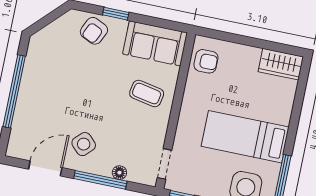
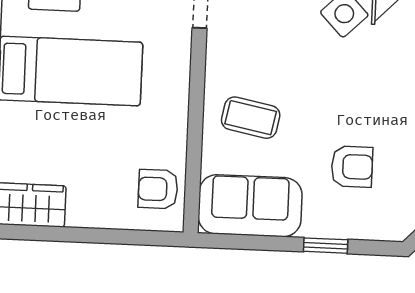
armchair: (94, 31) -> (352, 167), moved, turned 65

